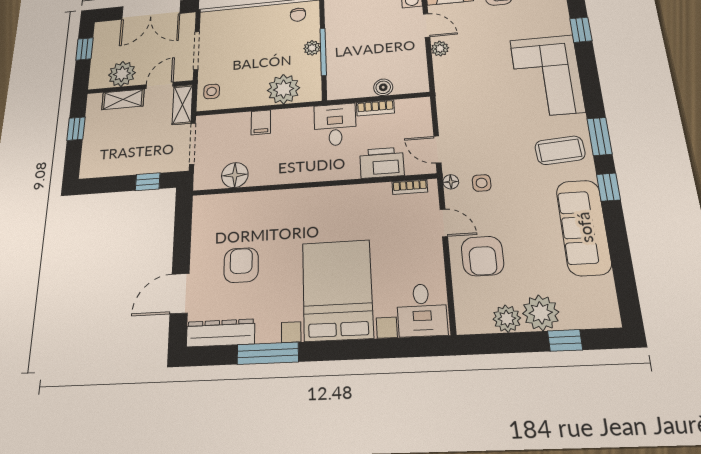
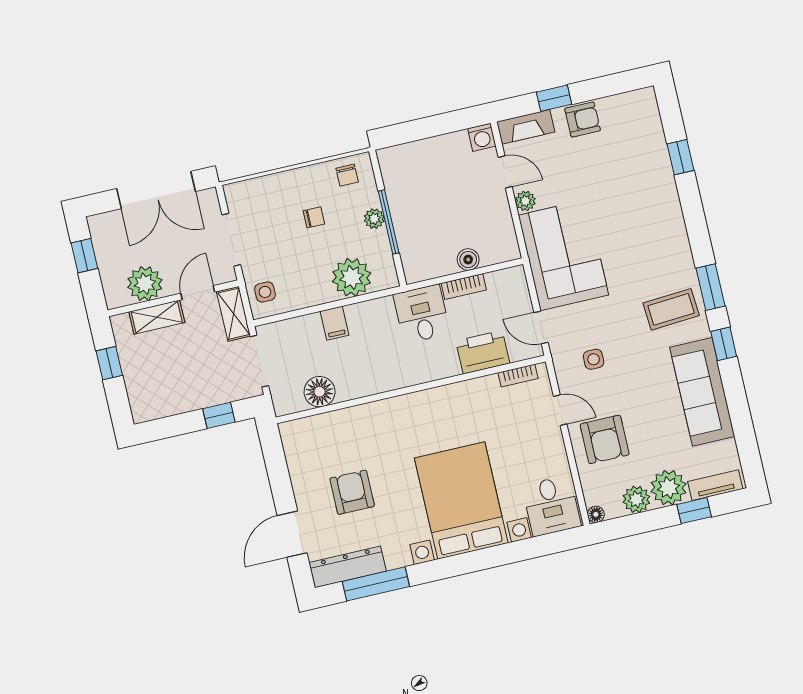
chair: (265, 42) -> (314, 217), added
corner sofa: (547, 76) -> (563, 255), moved, turned 180
floor lamp: (451, 182) -> (596, 514), moved
tv unit: (589, 319) -> (715, 485), added
window: (268, 353) -> (376, 584), moved

